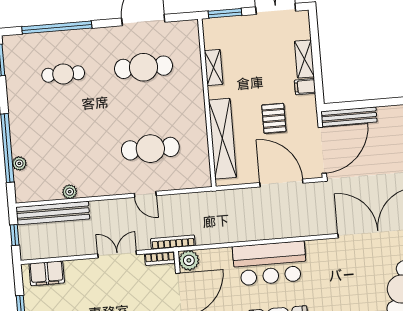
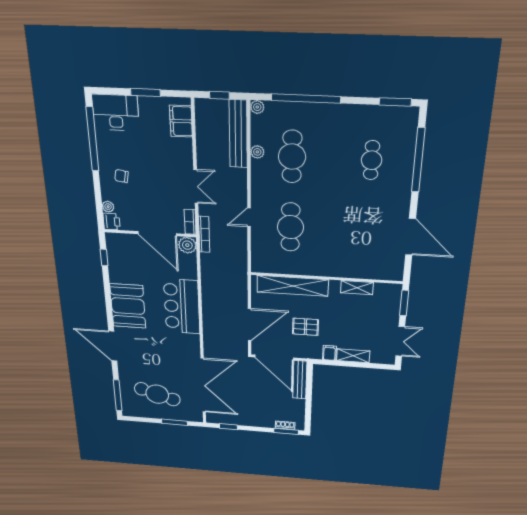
cafe table: (144, 67) -> (292, 157), moved
plant: (19, 163) -> (257, 107), moved

